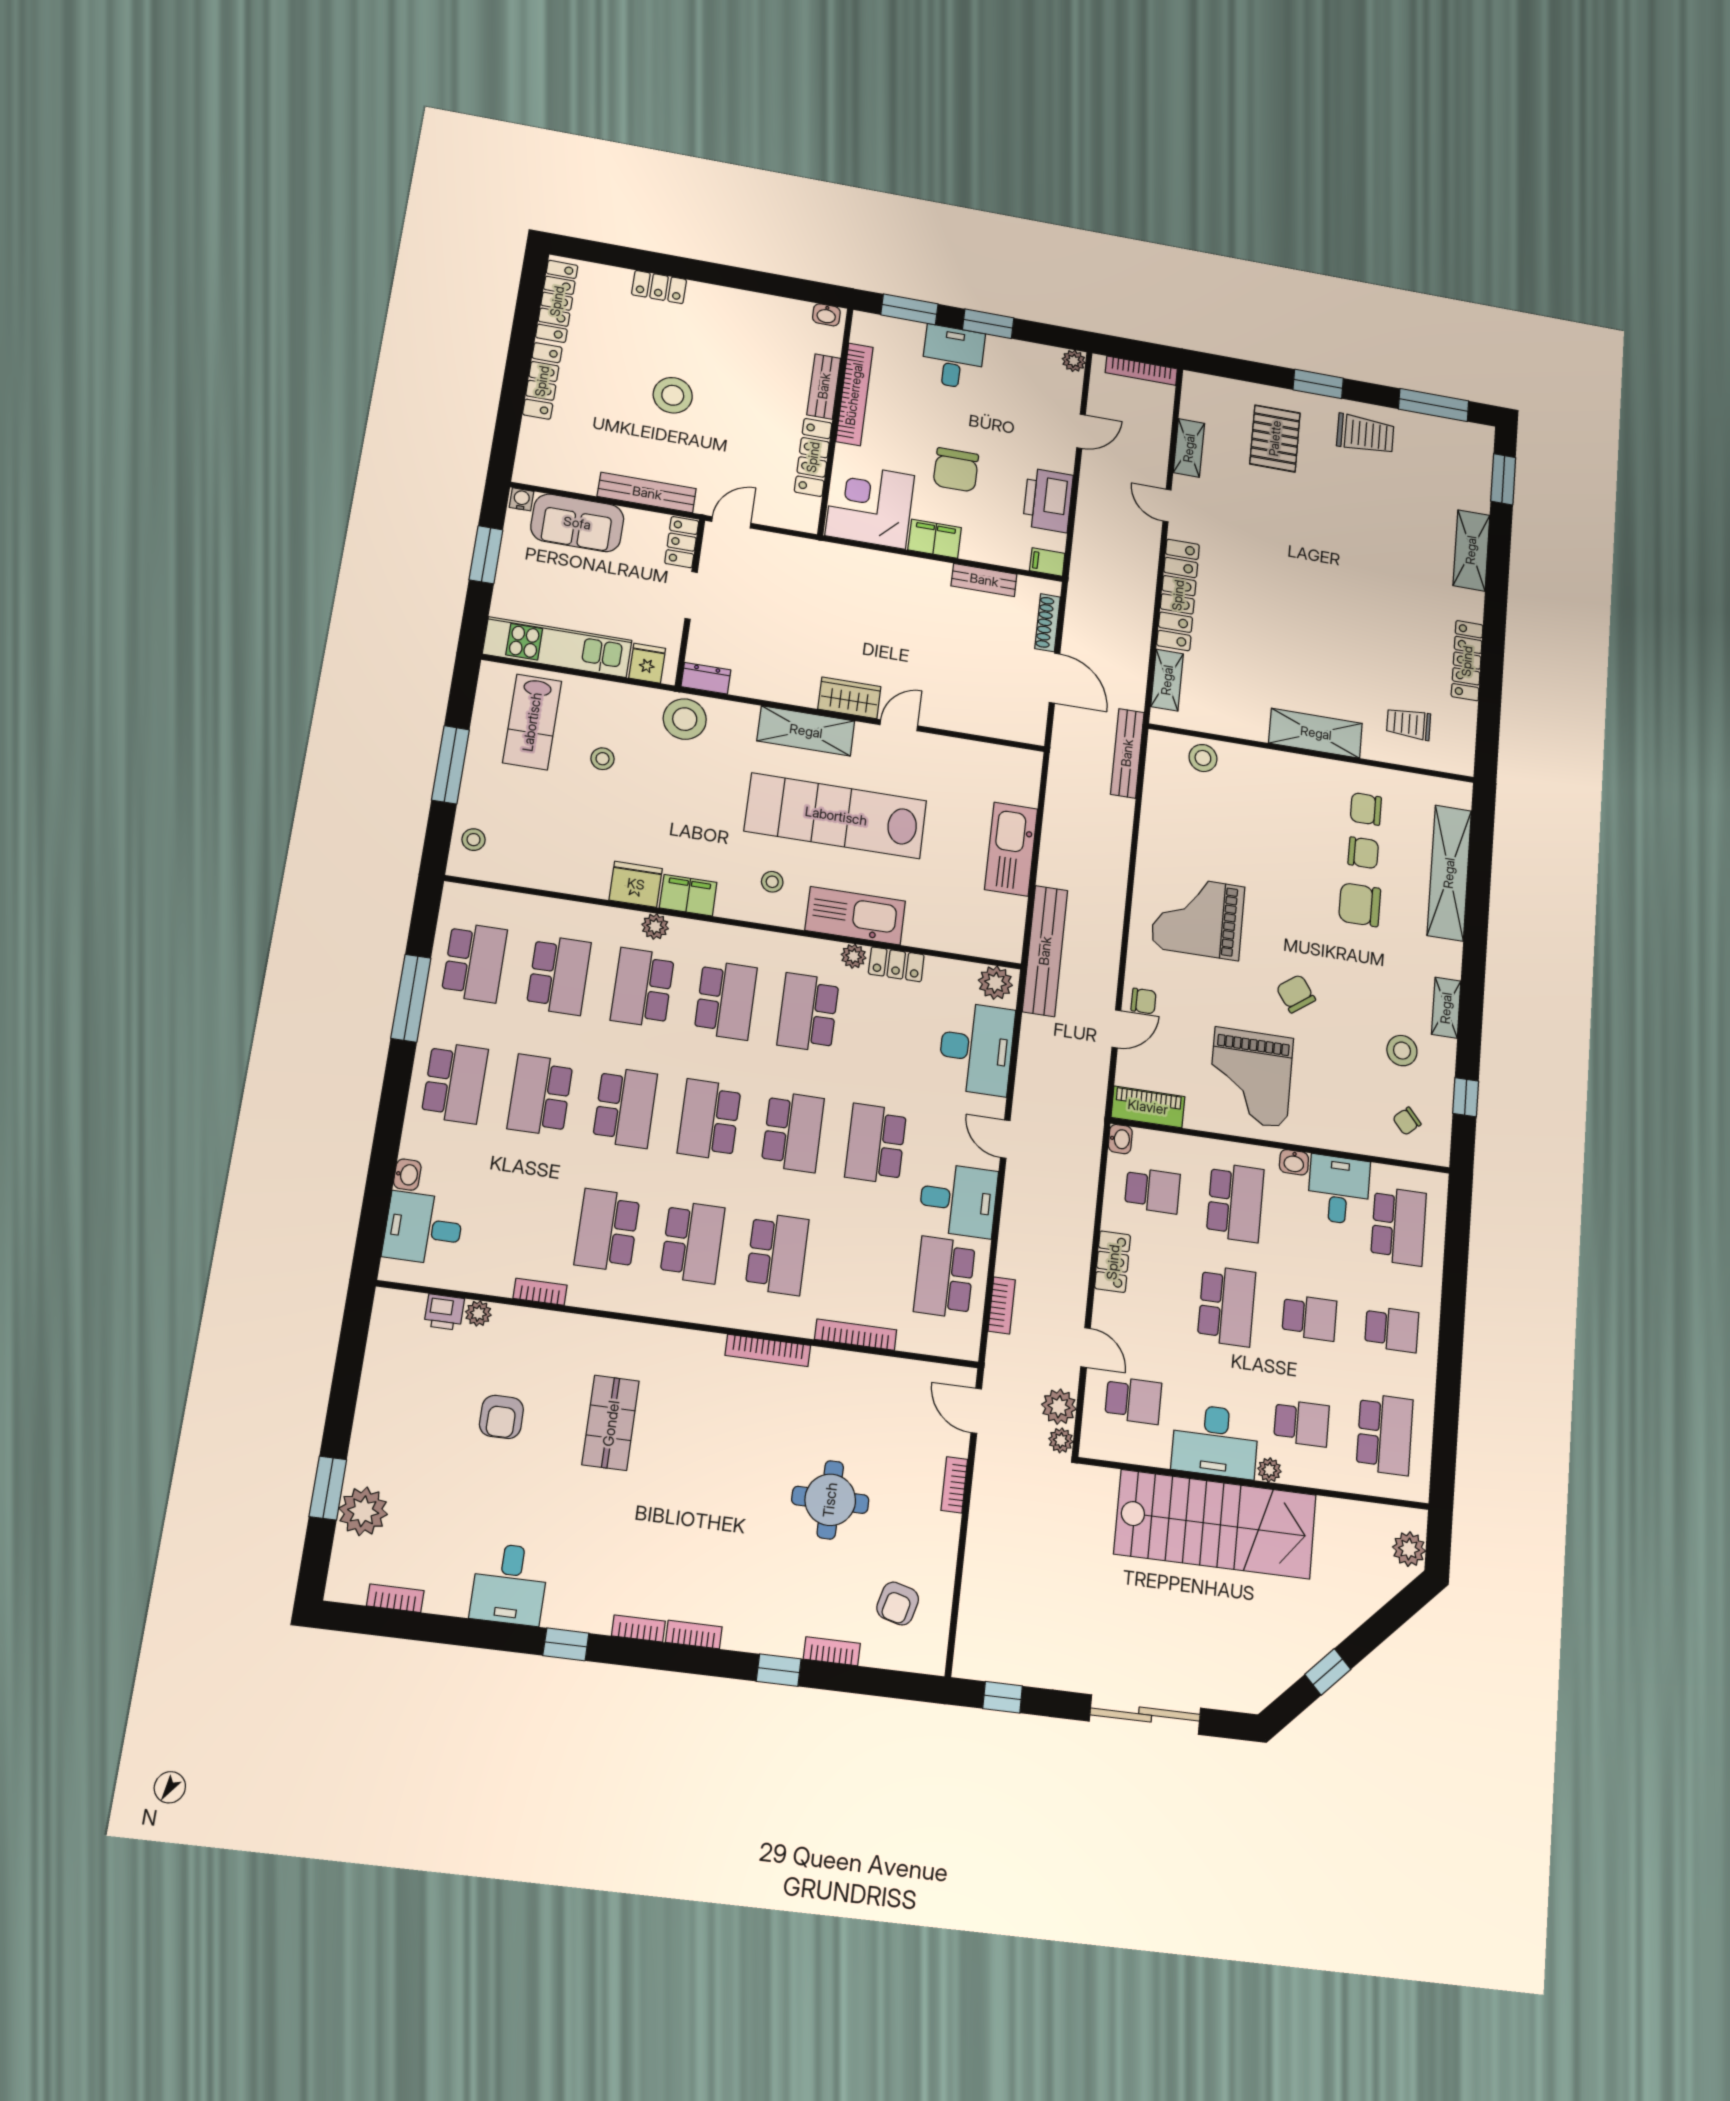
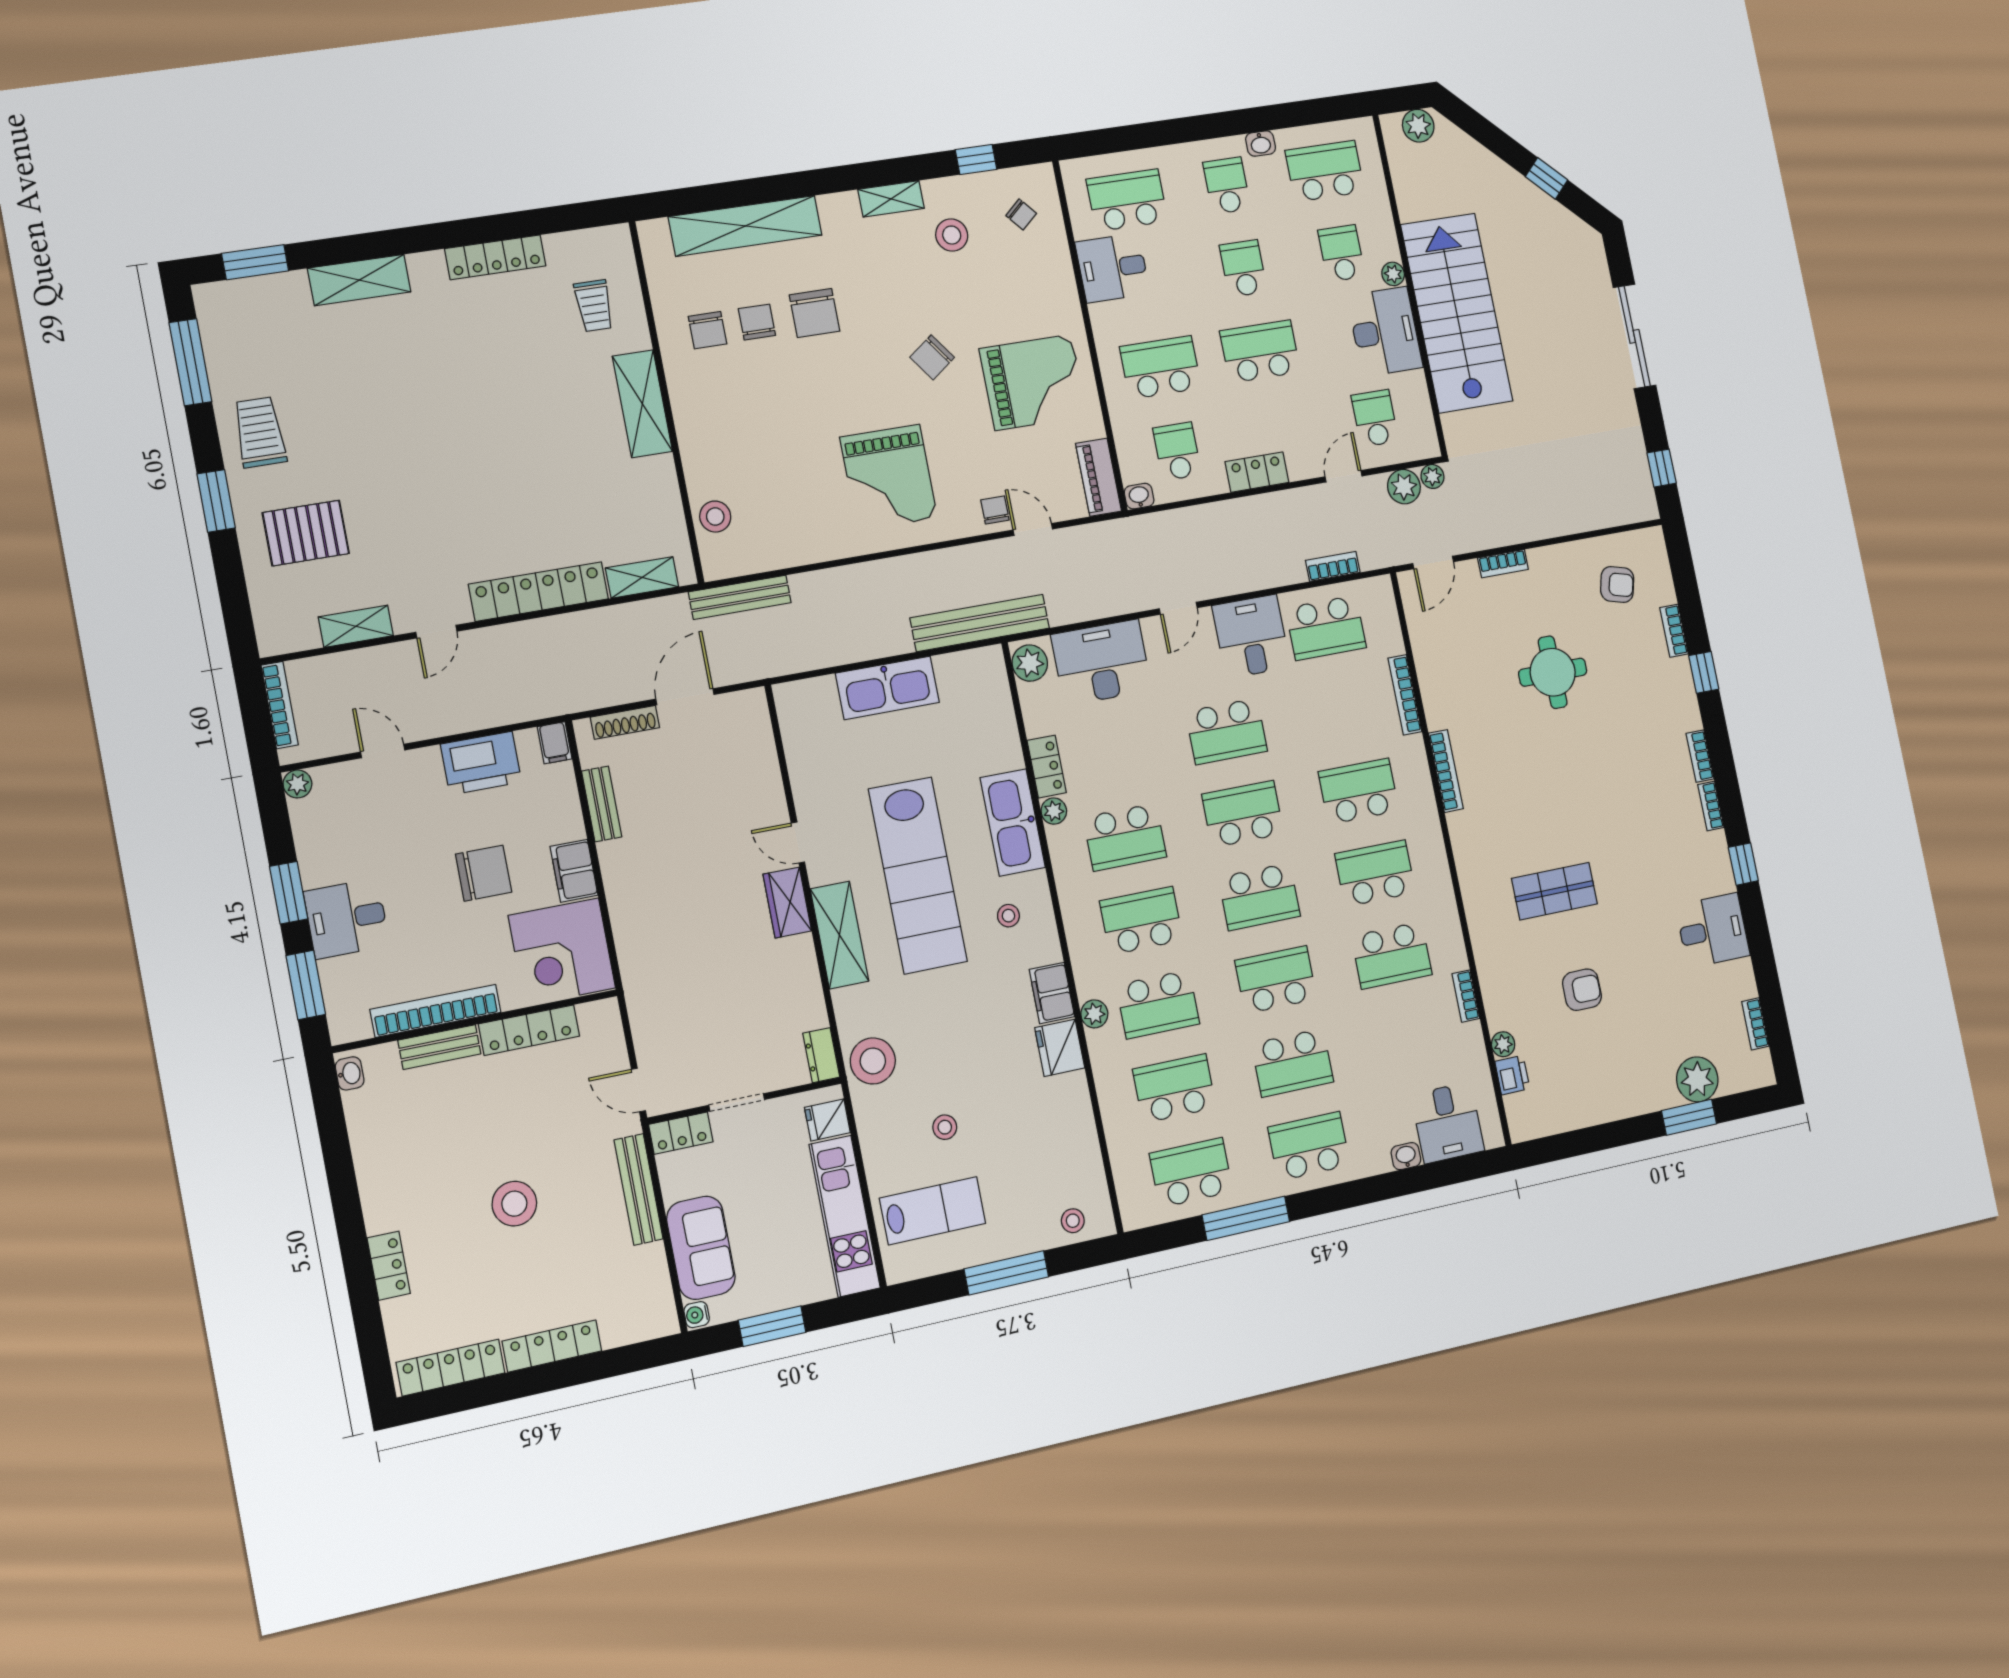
washbasin: (1294, 1162) -> (1261, 144), moved, turned 90

